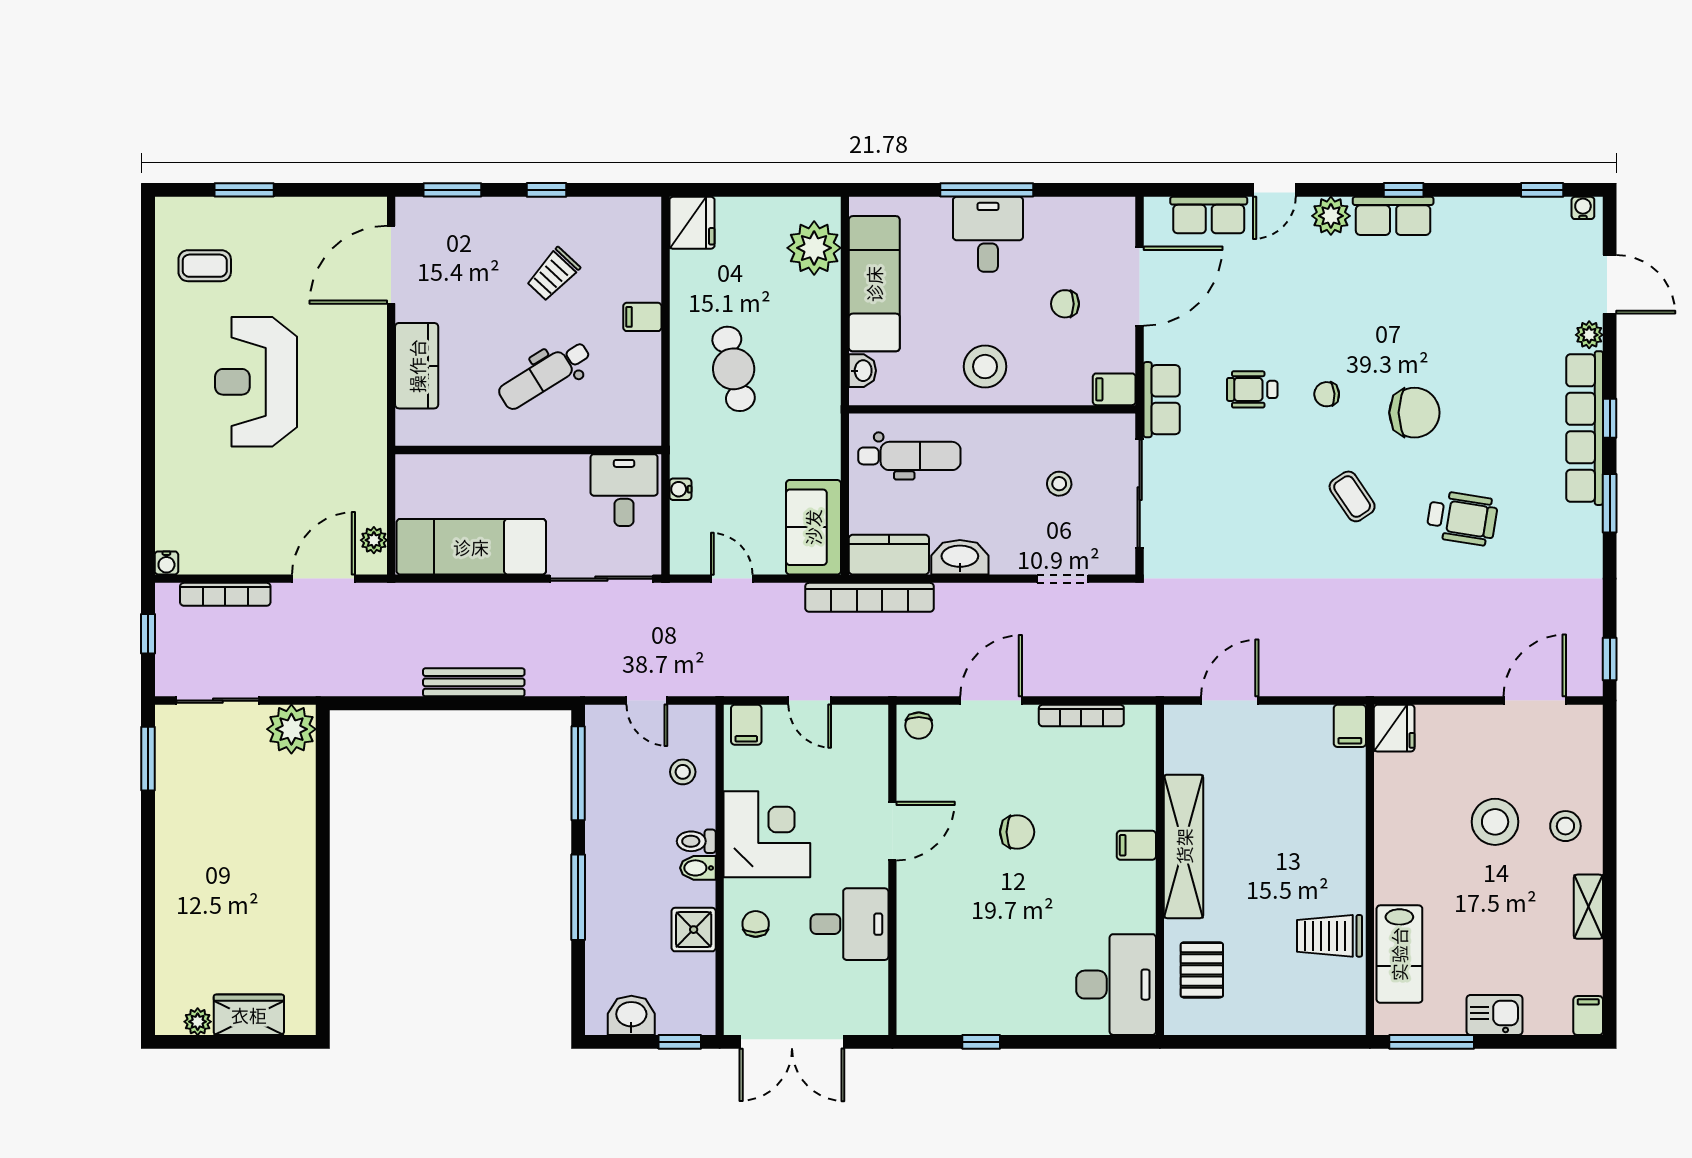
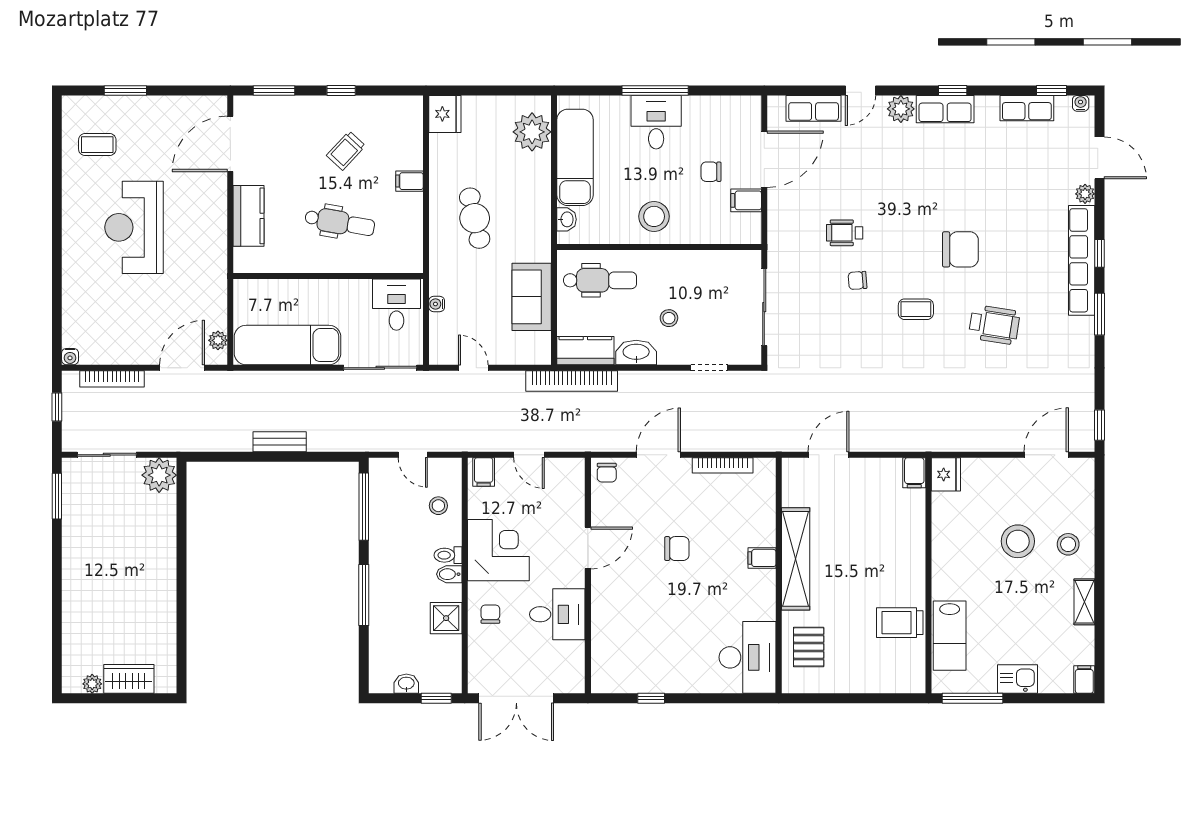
dental chair: (544, 375) -> (340, 222), turned -138
filing cabinet: (1114, 389) -> (746, 200), moved
chair: (1327, 394) -> (858, 280), moved
row of seats: (1162, 400) -> (1027, 108), moved, turned 90
stool: (1059, 484) -> (669, 318), moved
coffee table: (1352, 496) -> (916, 309), turned -56
sofa: (813, 527) -> (532, 297), moved
bench: (474, 682) -> (280, 442), width x0.73
washbasin: (631, 1015) -> (406, 684), width x0.72, depth x0.69

